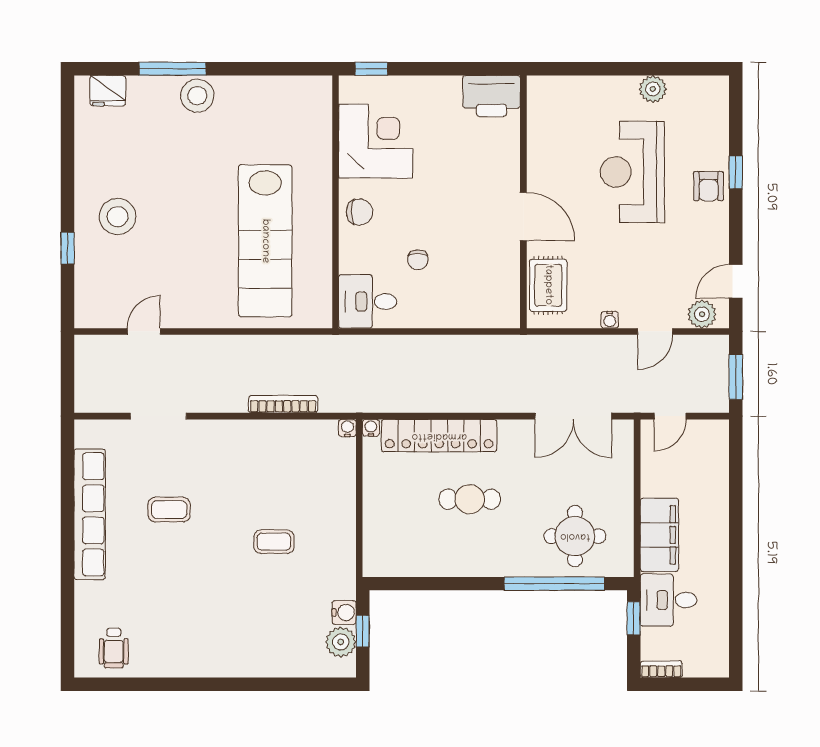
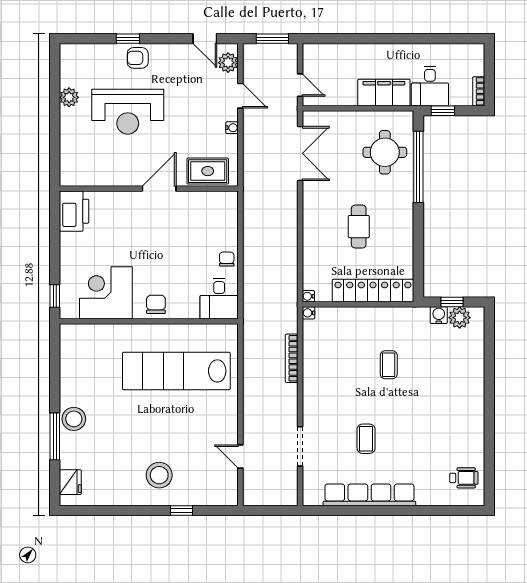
armchair: (709, 186) -> (138, 58), turned 180
lab bench: (265, 241) -> (176, 371), turned 180
chair: (418, 260) -> (227, 259), moved, turned -90
locker: (439, 436) -> (373, 291), moved, turned -90

